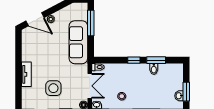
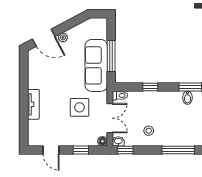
window: (91, 23) -> (111, 56), moved
window: (134, 60) -> (150, 87), moved
side table: (53, 88) -> (80, 107), moved

